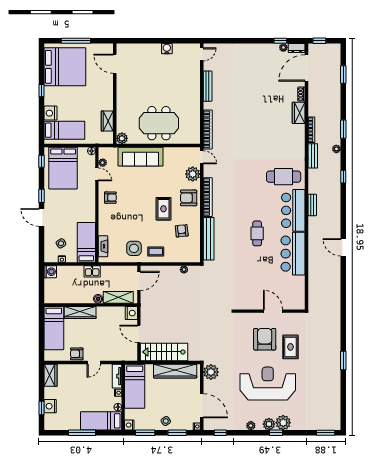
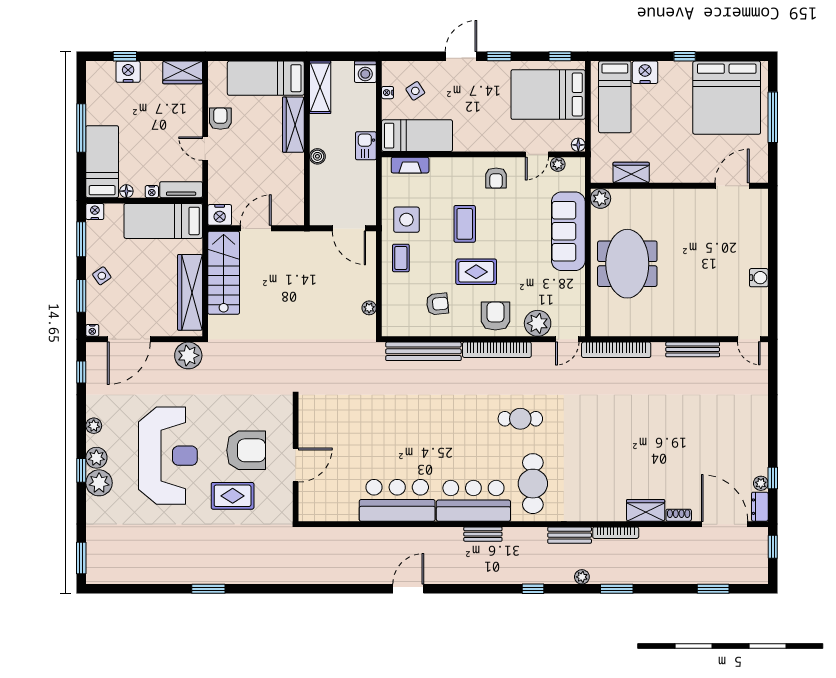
coffee table: (136, 215) -> (465, 224), added
cafe table: (257, 233) -> (520, 419), moved
shelving: (118, 297) -> (320, 87), moved
nightstand: (131, 313) -> (220, 215), moved

